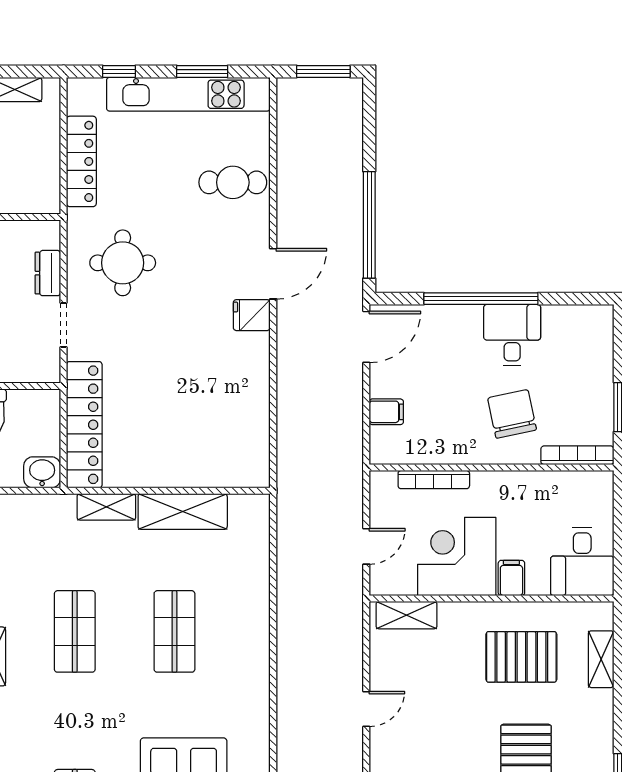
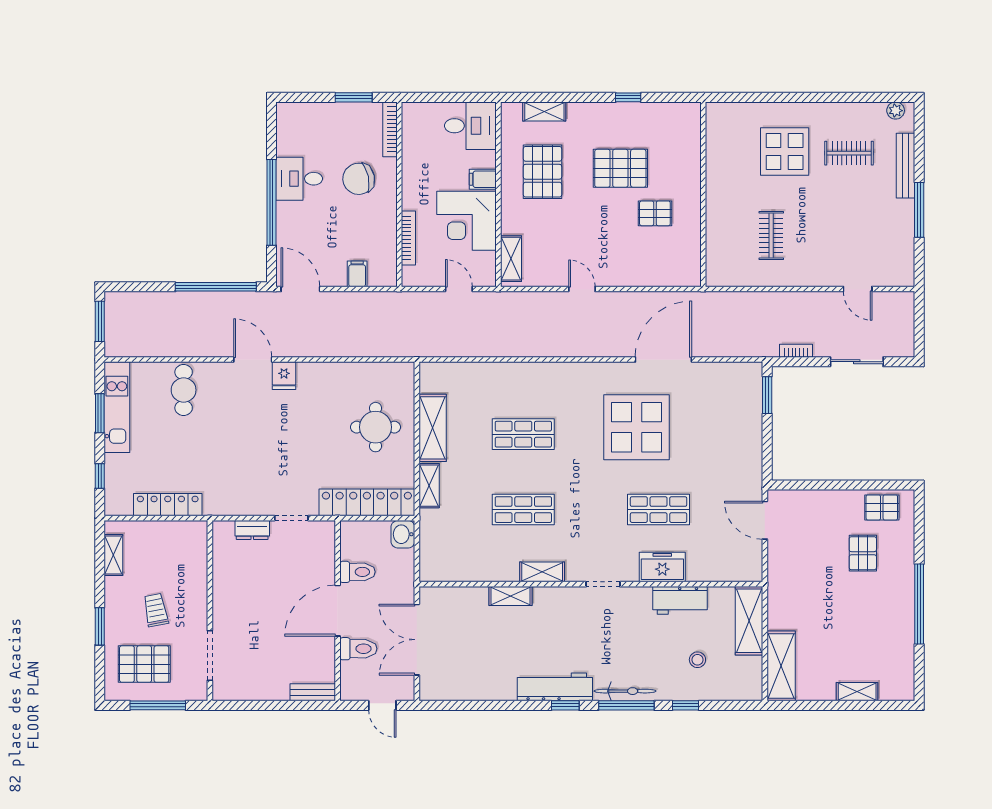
kitchen unit: (188, 94) -> (117, 407), width x0.73
round table: (123, 263) -> (376, 427), moved

